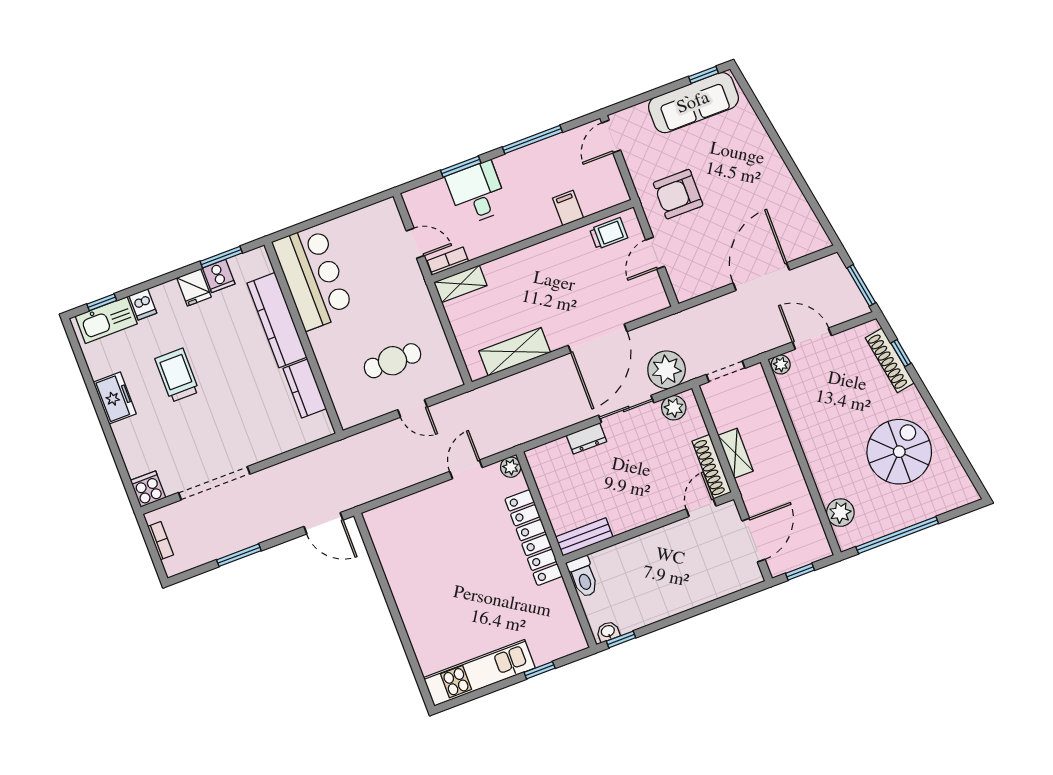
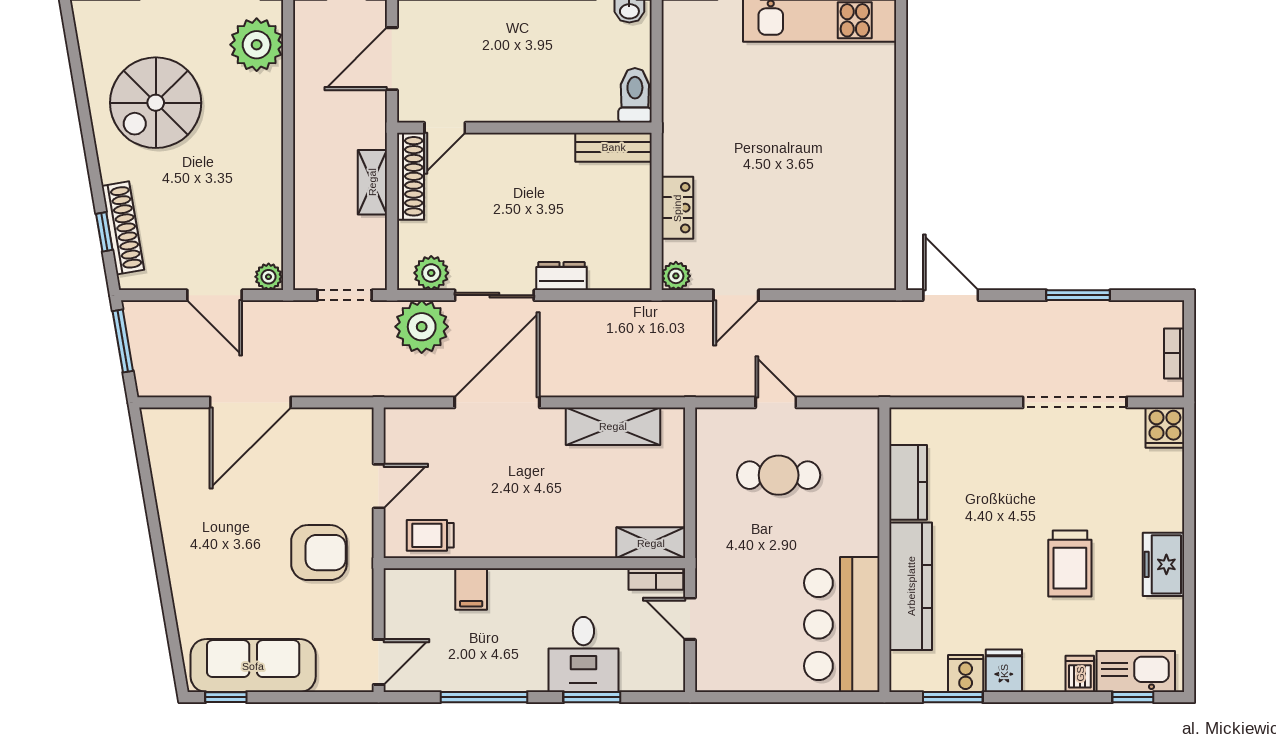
plant: (840, 513) -> (257, 45), width x1.36, depth x1.36
locker: (534, 538) -> (677, 208), width x0.46, depth x0.83

